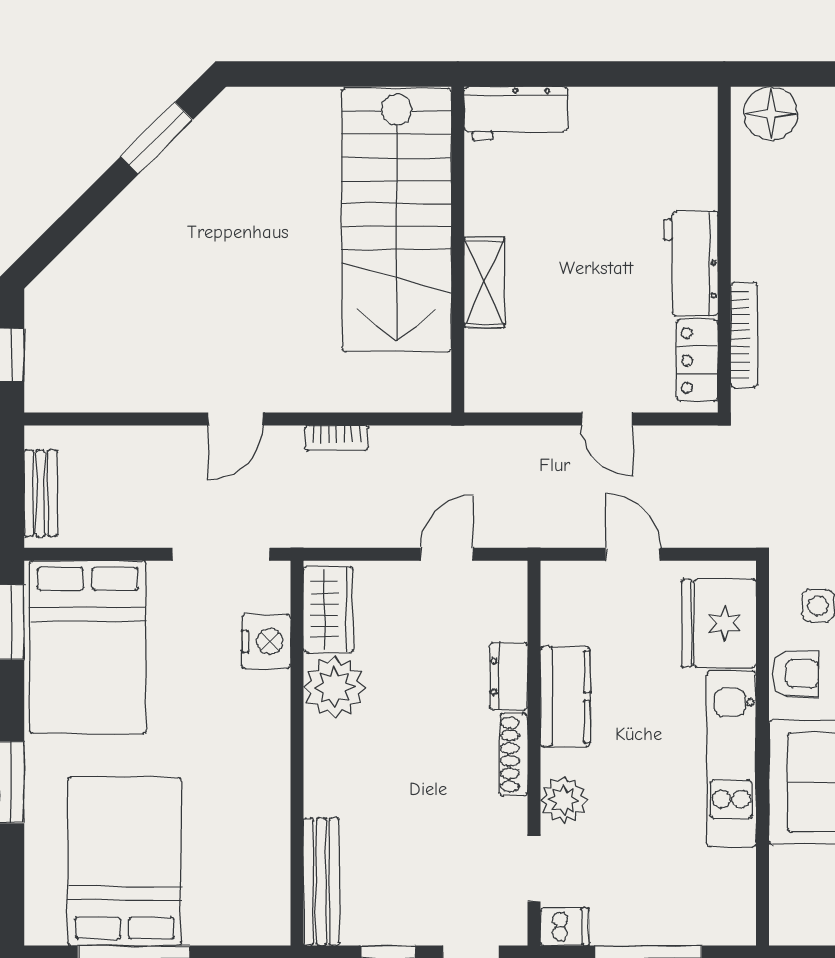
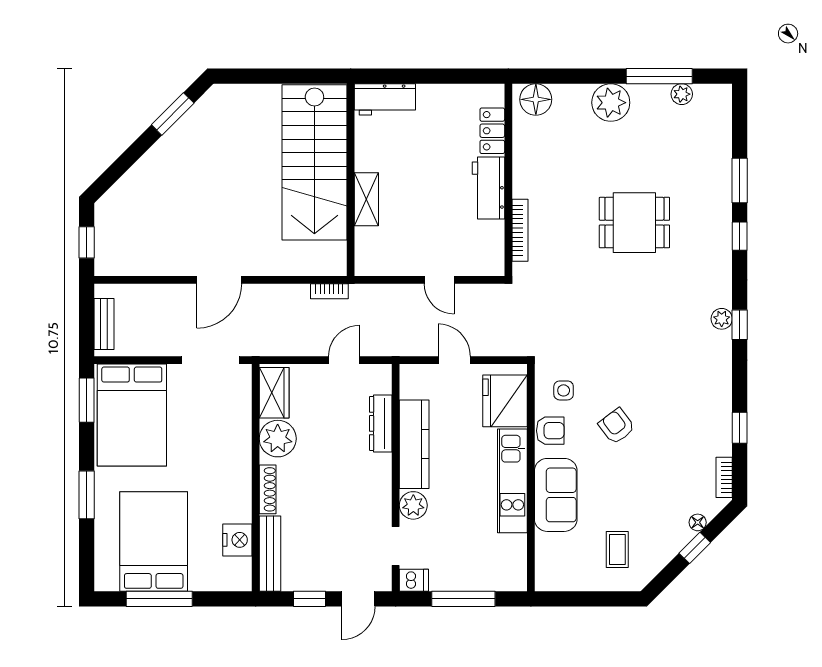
locker: (697, 360) -> (492, 131), moved
door: (235, 419) -> (219, 280), width x1.37
bookcase: (336, 438) -> (329, 291), moved
nightstand: (266, 641) -> (237, 540), moved
dresser: (509, 676) -> (381, 423), width x1.44
kitchen counter: (565, 697) -> (414, 444), width x1.50
shoe rack: (514, 755) -> (268, 489), moved, turned 180

